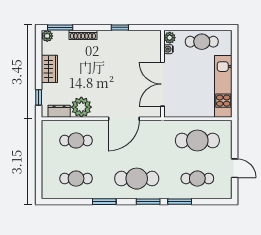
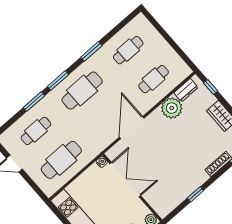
water cooler: (169, 49) -> (102, 162), moved

